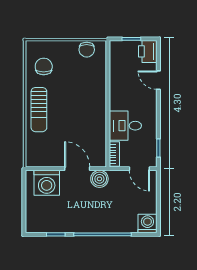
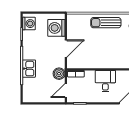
desk: (125, 126) -> (105, 81), moved
boiler: (99, 179) -> (59, 74), moved
kitchen sink: (107, 223) -> (29, 69), added
washing machine: (147, 223) -> (29, 24), moved

